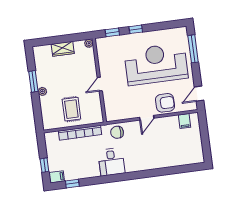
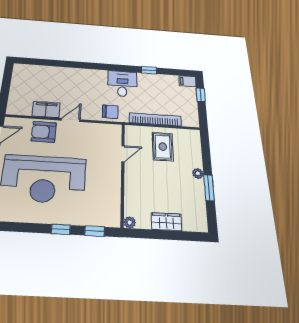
door: (100, 84) -> (123, 154), moved
filing cabinet: (185, 121) -> (46, 109), moved, width x2.00
window: (72, 184) -> (149, 70), moved

